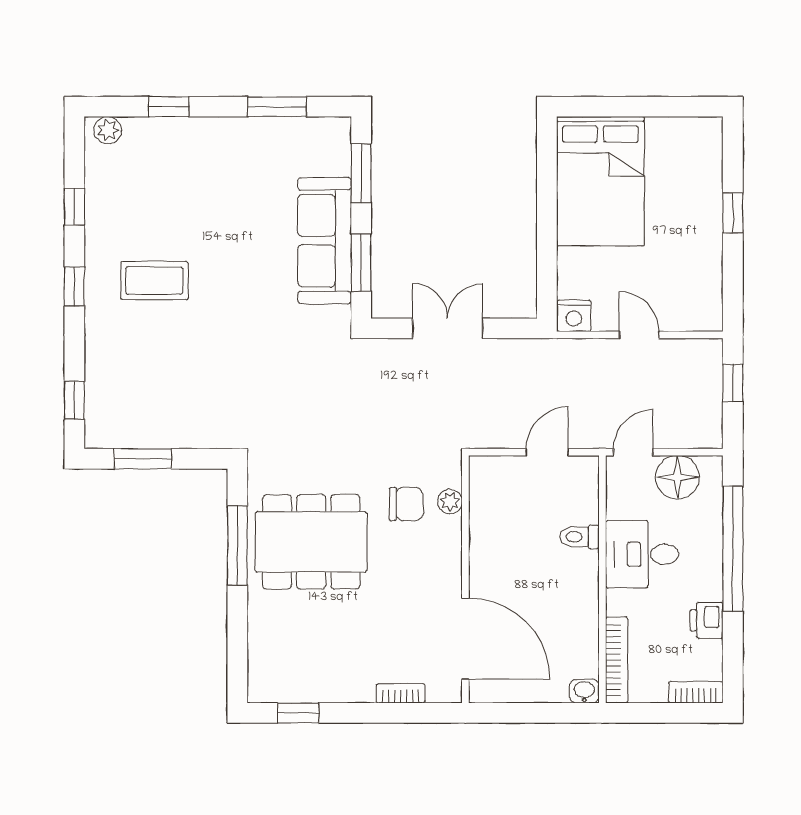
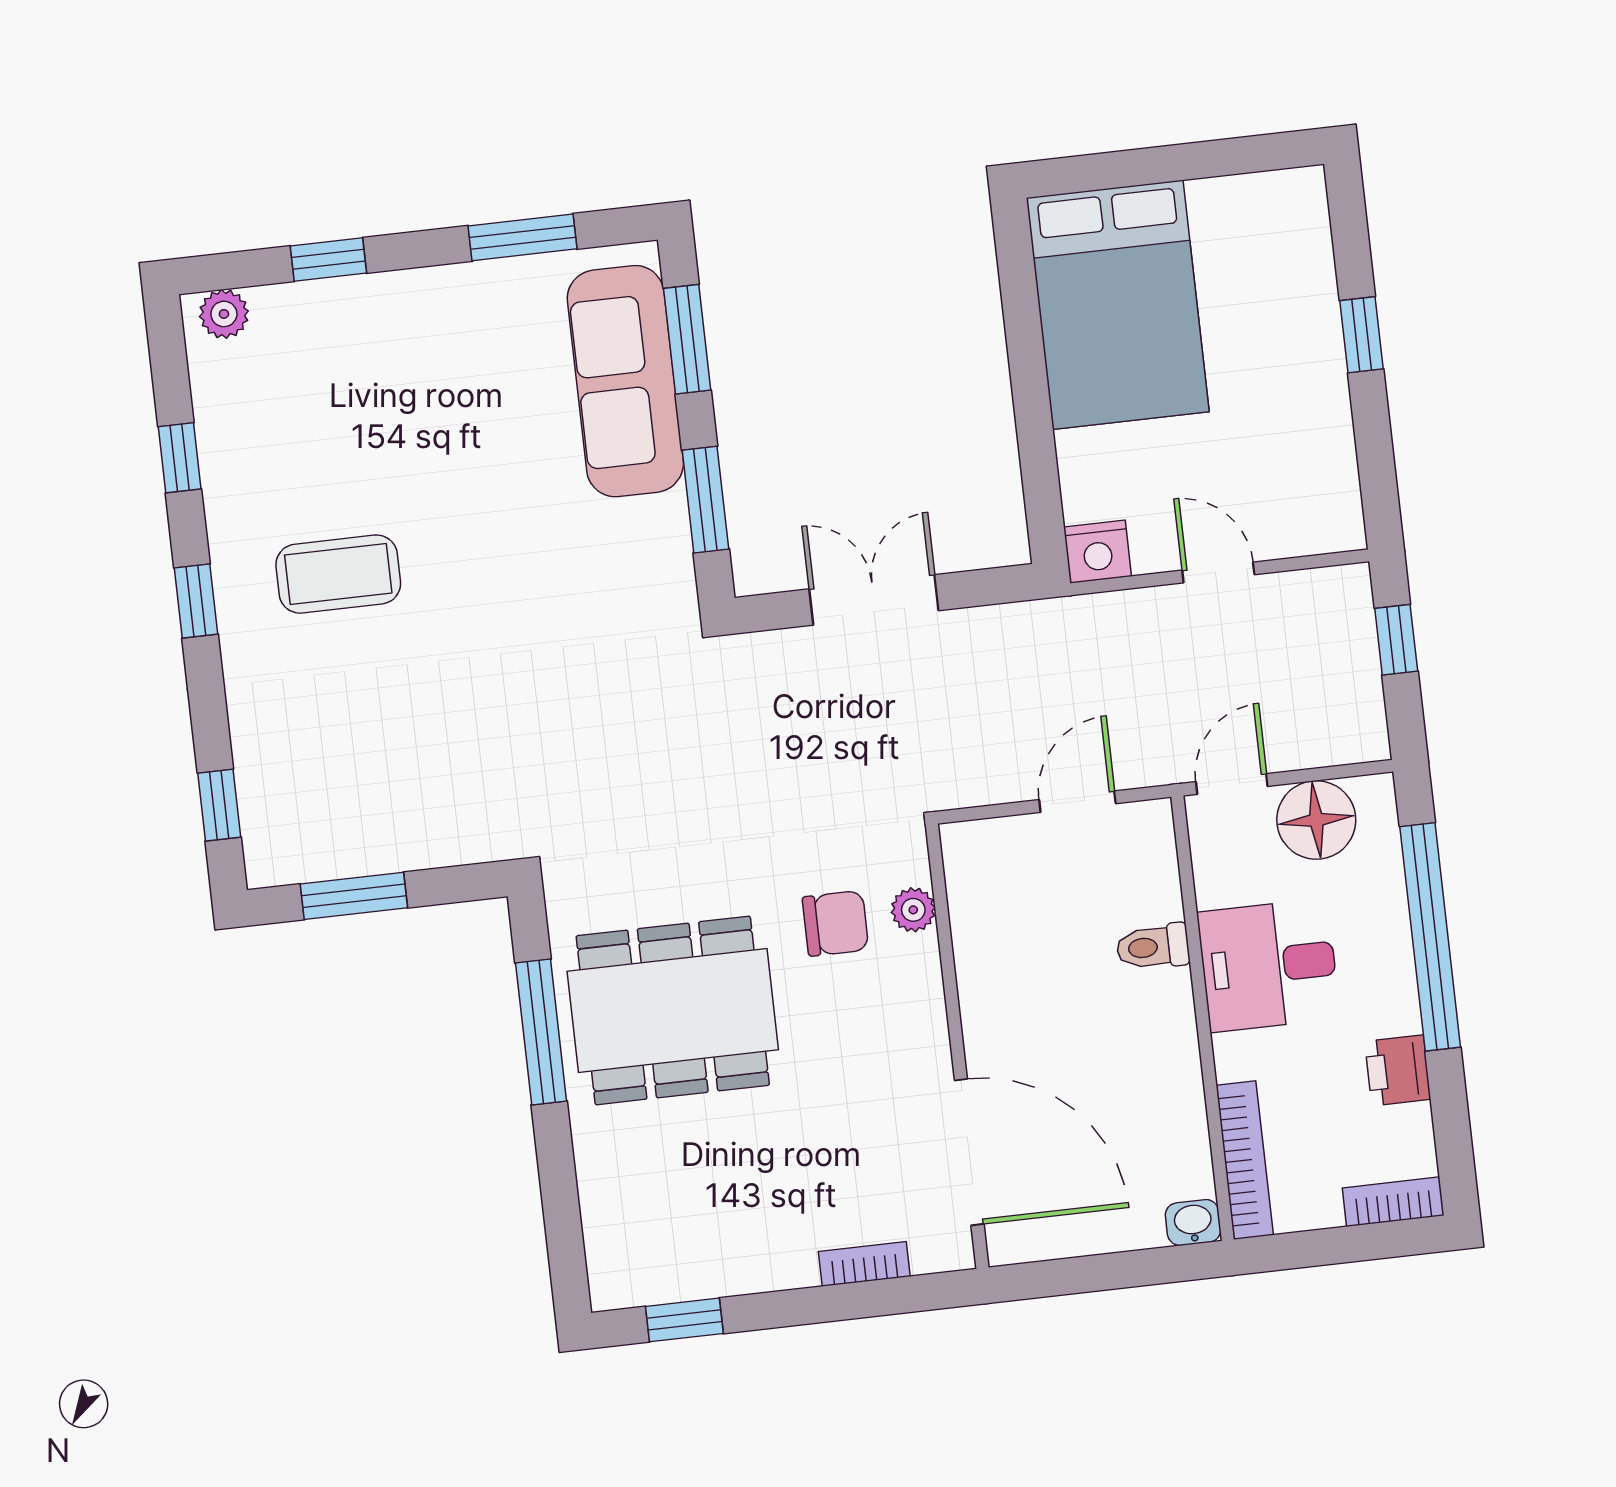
sofa: (325, 241) -> (625, 381), moved

